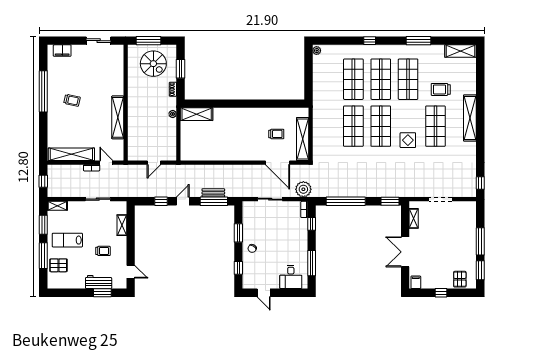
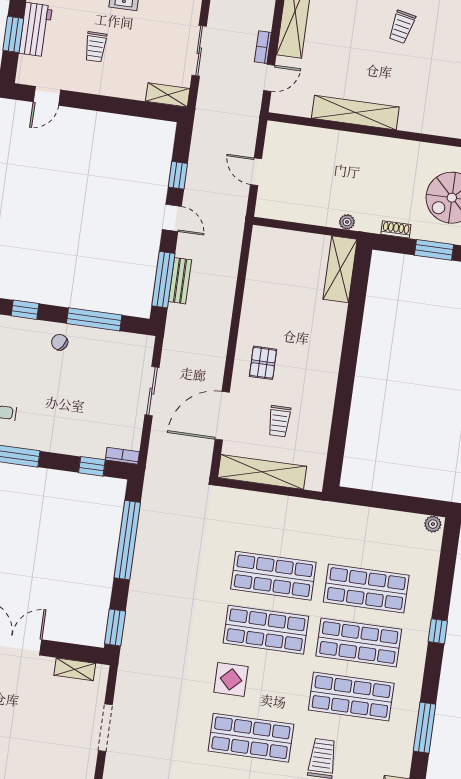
pallet: (248, 146) -> (263, 363), added
plant: (303, 189) -> (163, 460), removed
shelving: (122, 225) -> (168, 95), moved
window: (238, 233) -> (94, 319), width x1.44

